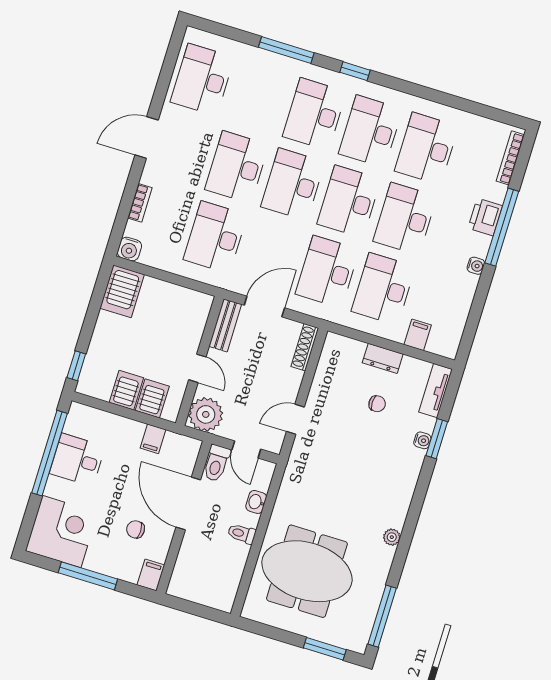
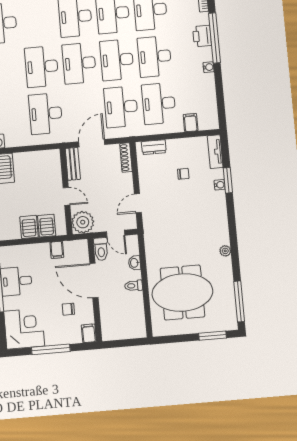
dresser: (383, 358) -> (154, 147), moved

